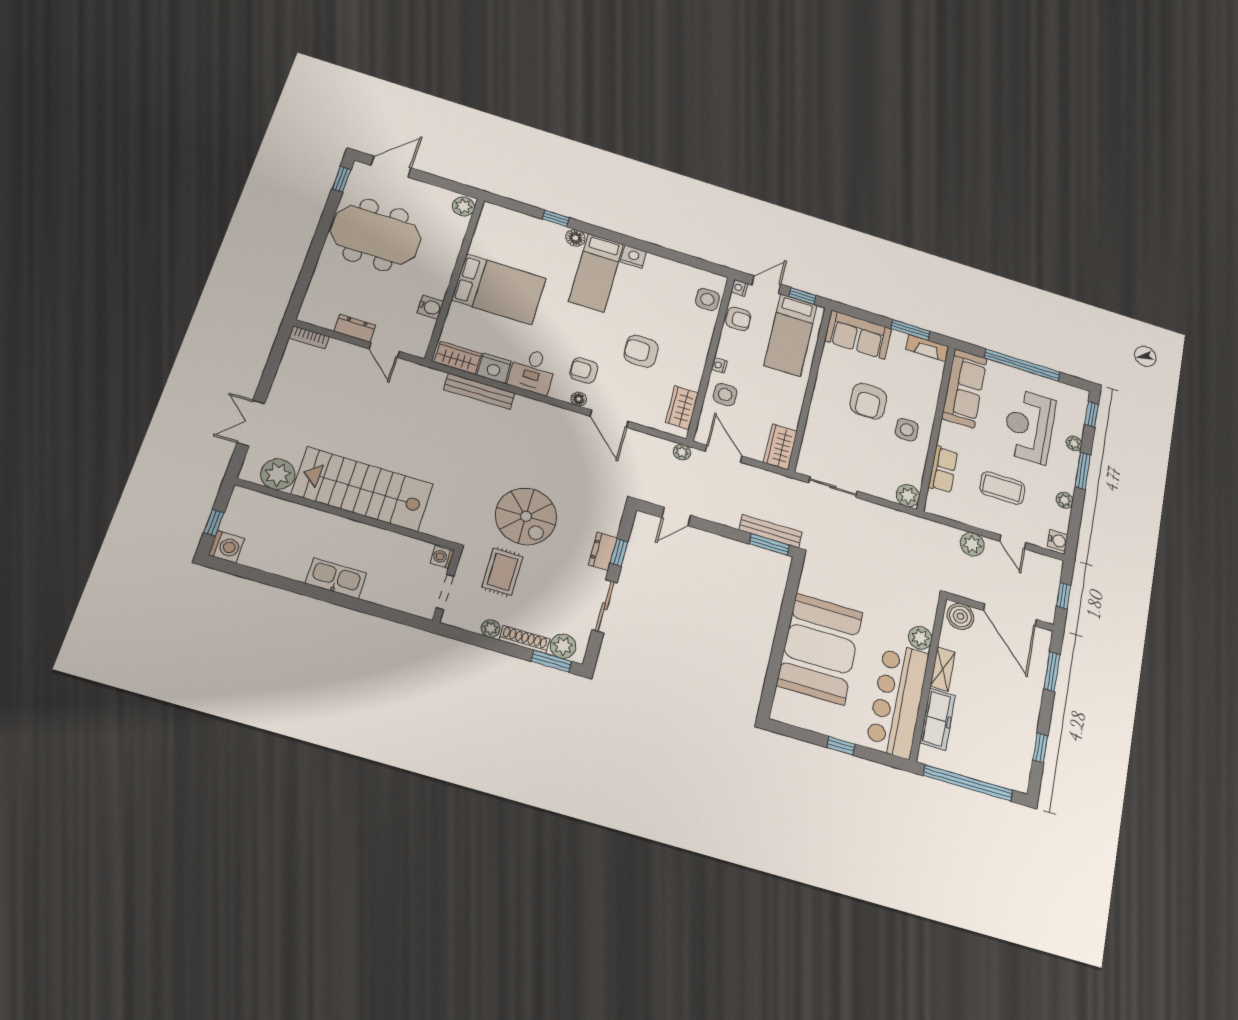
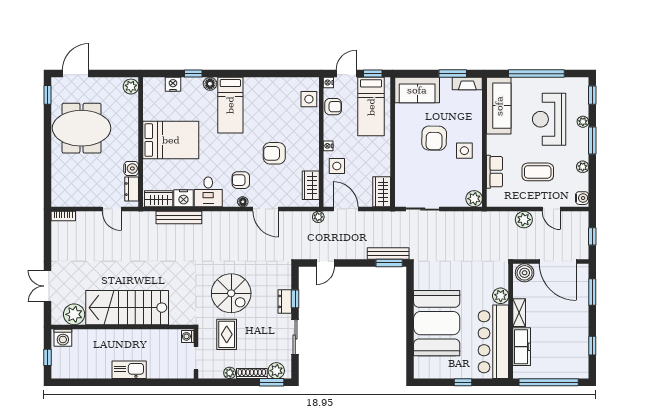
nightstand: (633, 257) -> (173, 84), moved
dresser: (355, 328) -> (132, 189), moved, turned -90
washing machine: (227, 547) -> (63, 338), moved, turned 90

